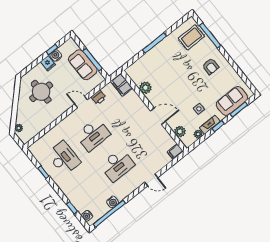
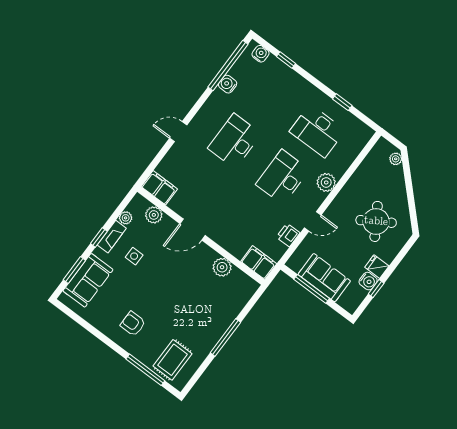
round table: (41, 92) -> (376, 221), turned -32
plant: (66, 124) -> (326, 182), added
filing cabinet: (175, 152) -> (159, 188), width x2.00

